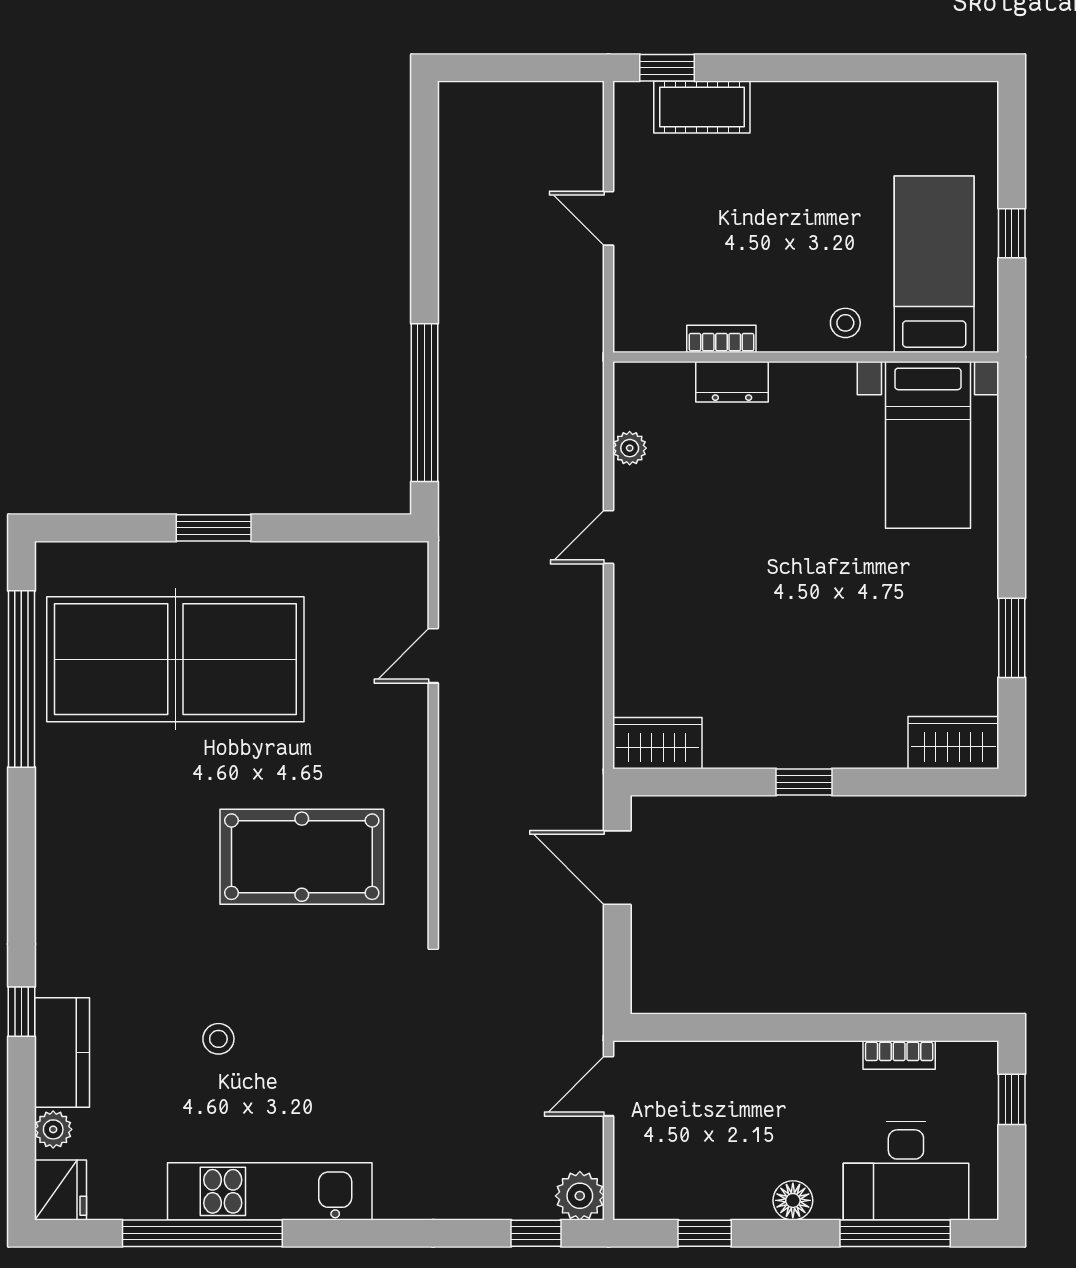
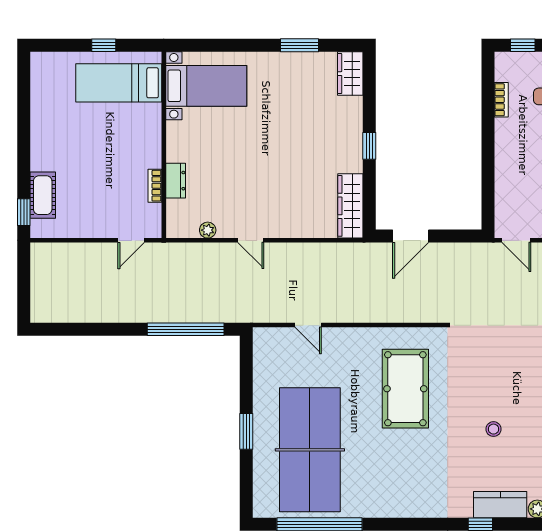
door: (609, 218) -> (131, 240), moved
stool: (845, 323) -> (147, 126), removed
wardrobe: (657, 743) -> (350, 206), width x1.50

